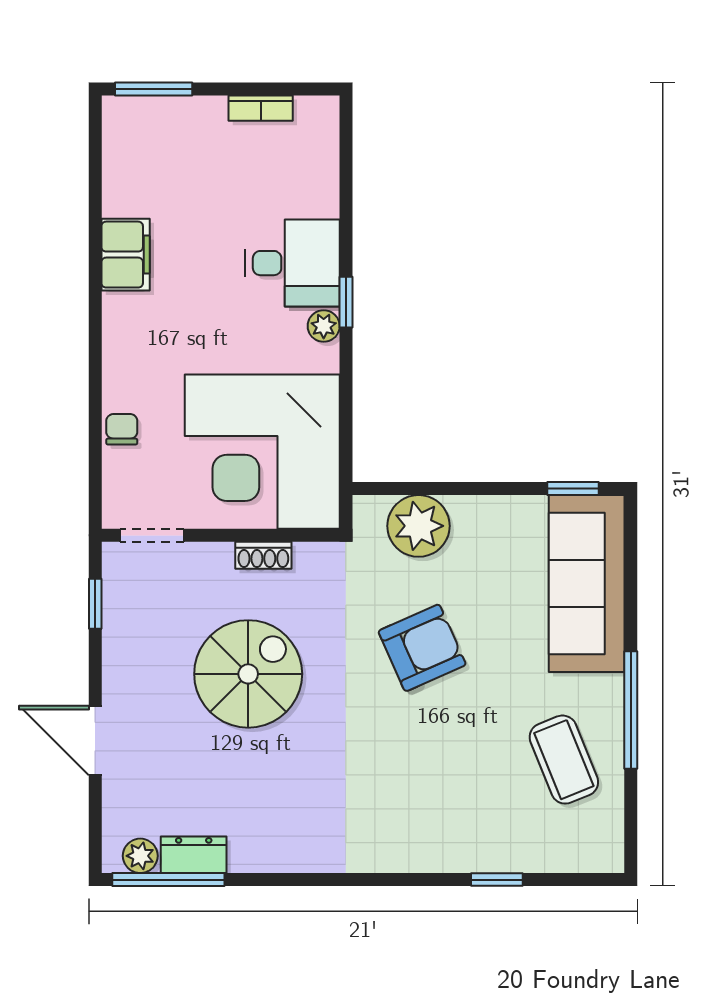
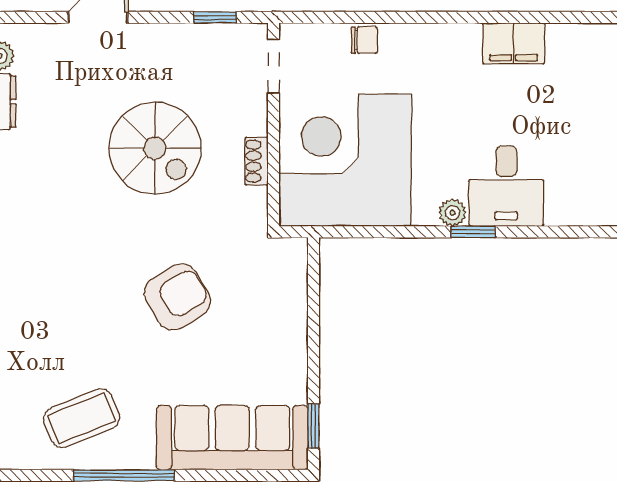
plant: (419, 526) -> (281, 294), removed
armchair: (422, 648) -> (177, 297), turned -97

